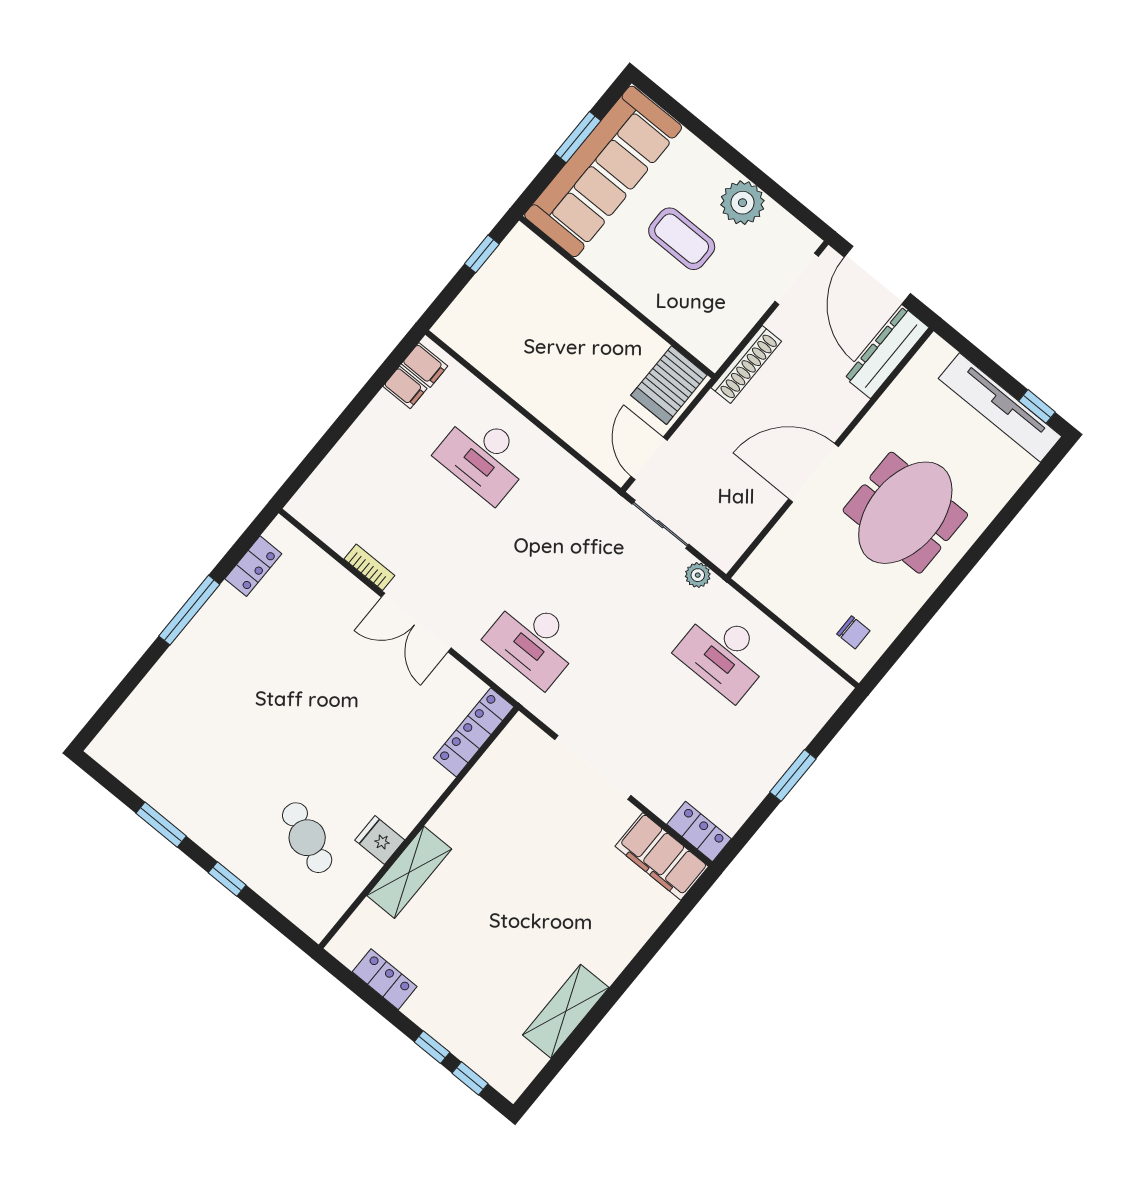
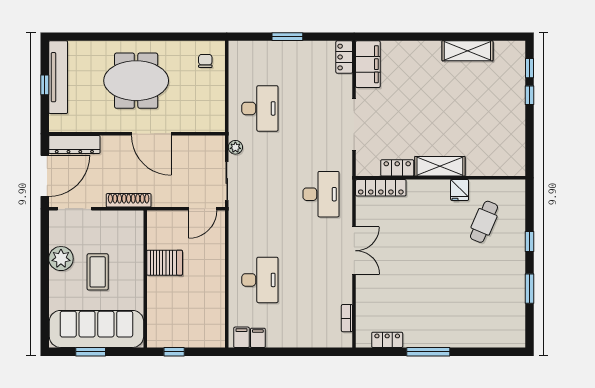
server rack: (669, 385) -> (165, 263), moved
window: (1037, 406) -> (45, 85), moved
bookcase: (369, 567) -> (347, 318), moved
shelving: (409, 872) -> (440, 166), moved
locker: (385, 979) -> (397, 168), moved, turned 90

